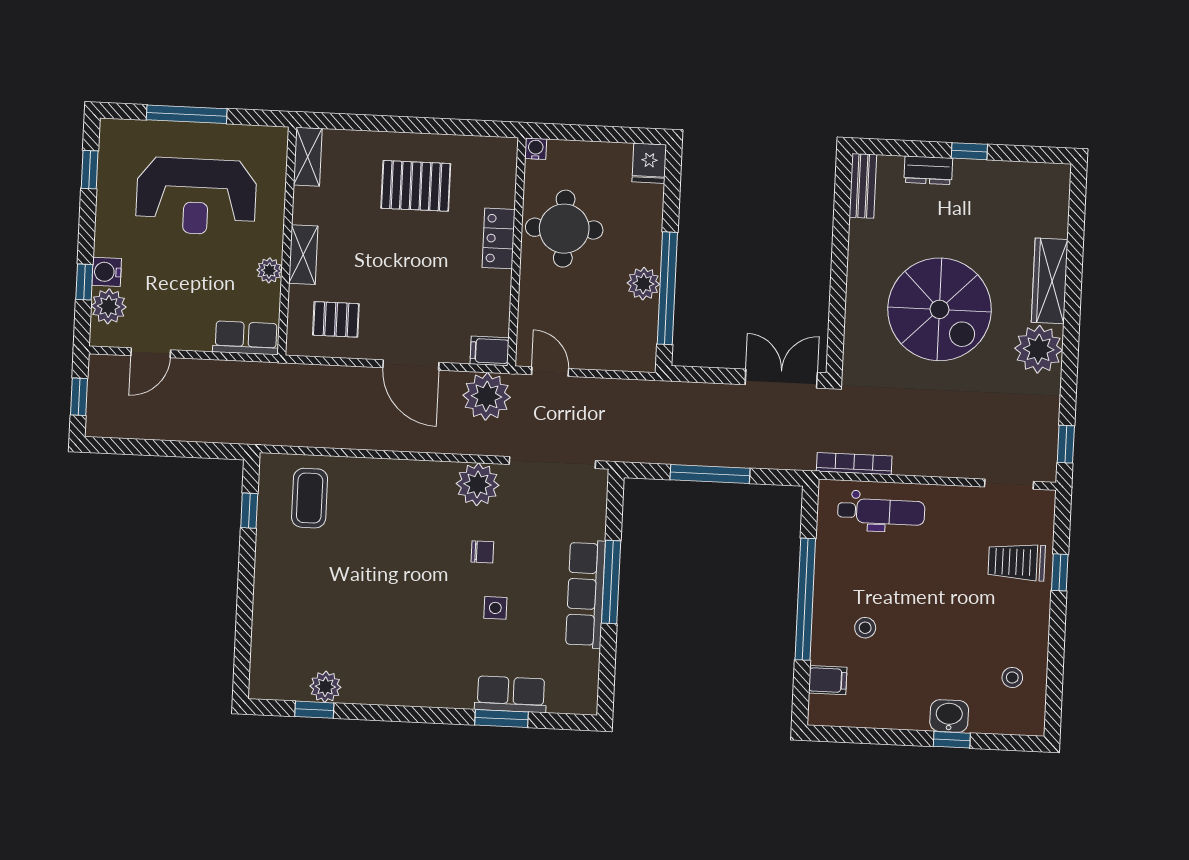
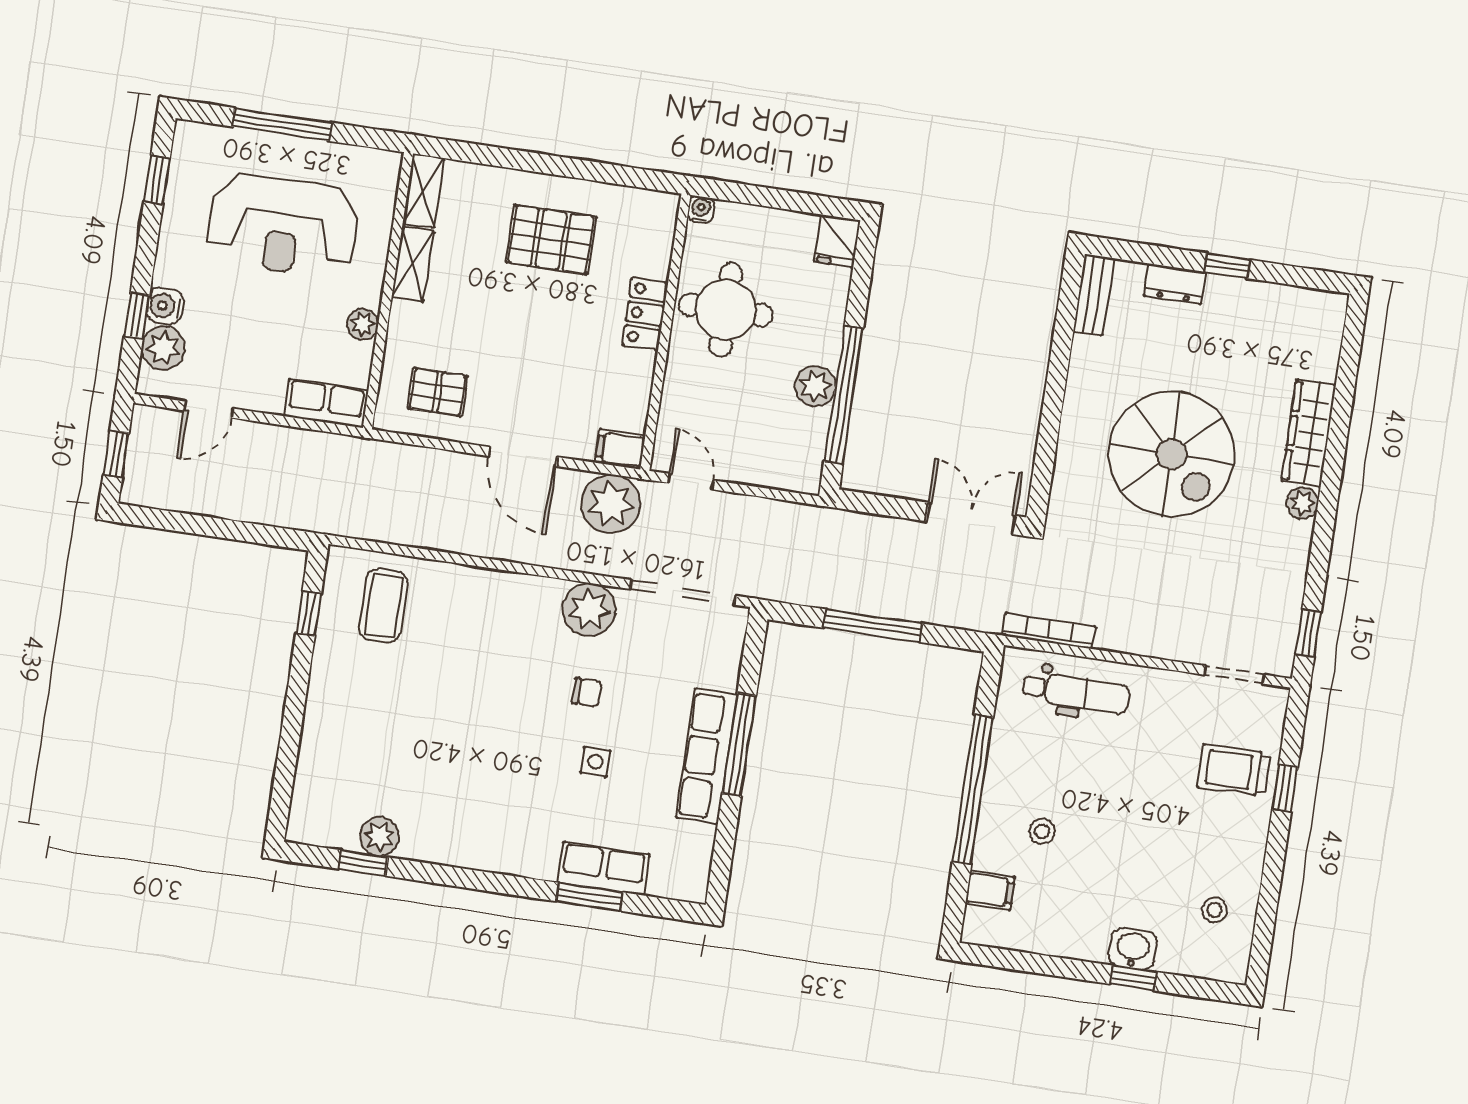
shelving: (303, 255) -> (413, 264), moved
plant: (1039, 349) -> (1302, 503), width x0.53, depth x0.53

